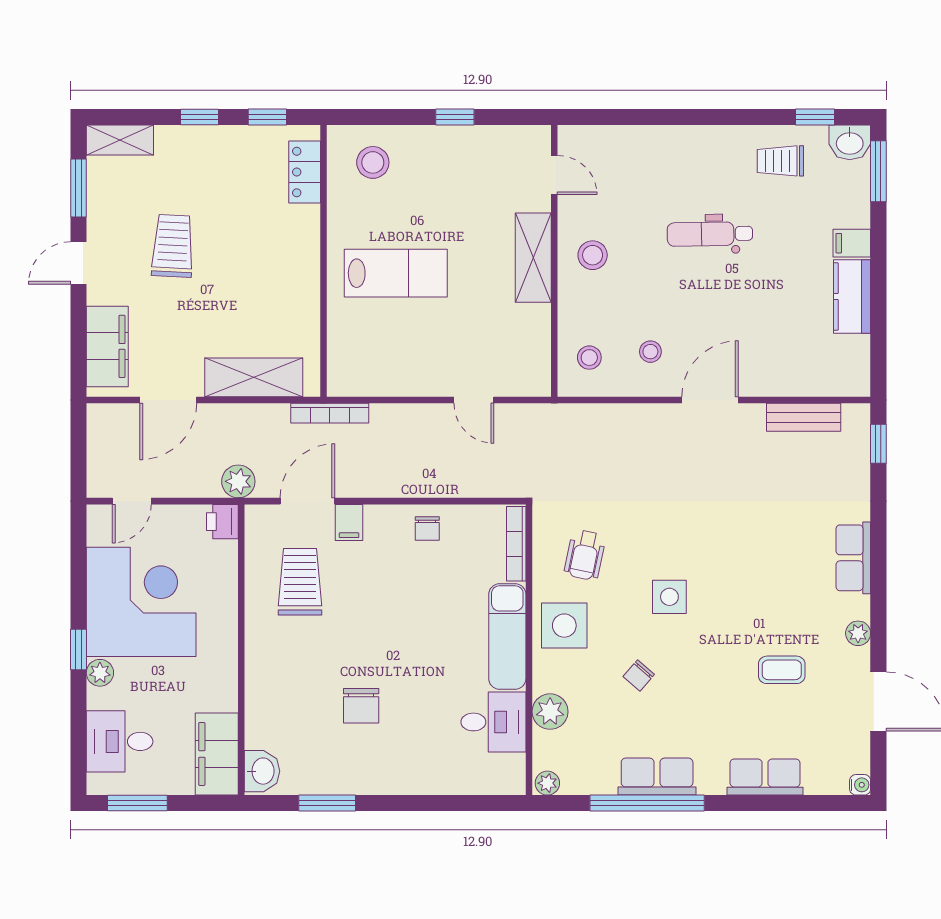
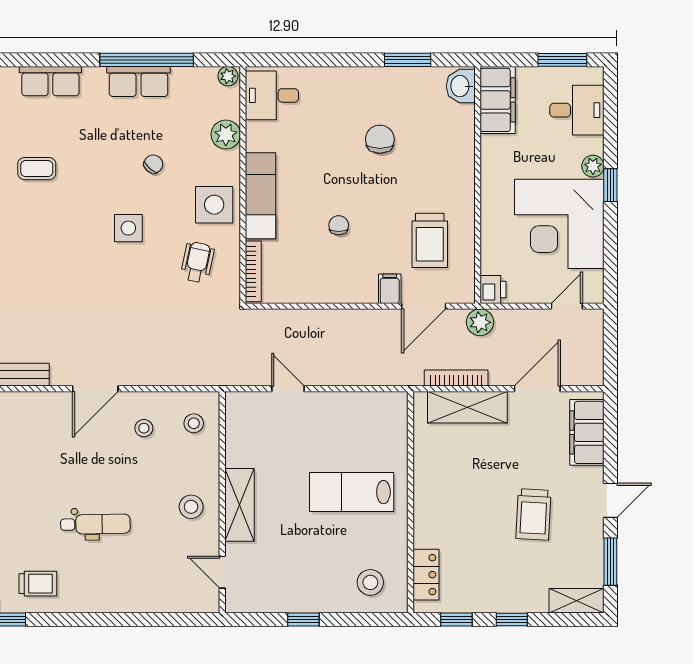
bookcase: (330, 413) -> (456, 378), moved
chair: (427, 528) -> (339, 225), moved
desk: (493, 722) -> (272, 95), moved

